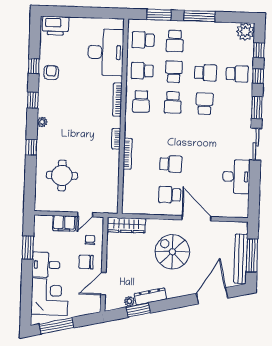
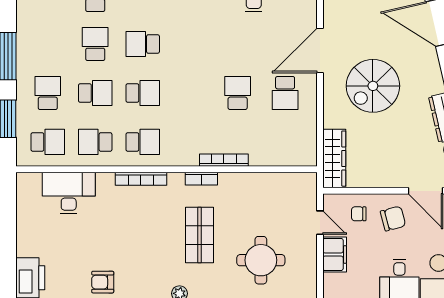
school desk: (143, 40) -> (48, 142), turned -90
school desk: (175, 41) -> (48, 93), turned -90
desk: (106, 52) -> (69, 193), width x0.73, depth x0.77
school desk: (142, 71) -> (95, 142), turned 90
school desk: (174, 72) -> (95, 93), turned 180
shop shelf: (80, 136) -> (199, 235), added
chair: (86, 262) -> (393, 219), turned -105

